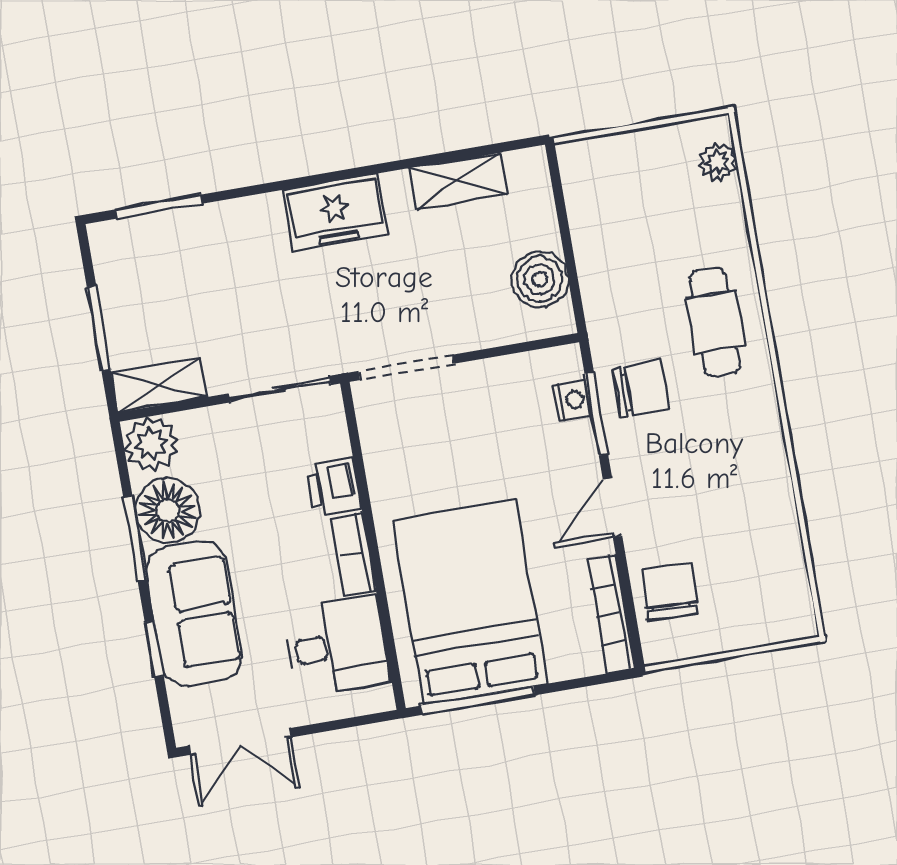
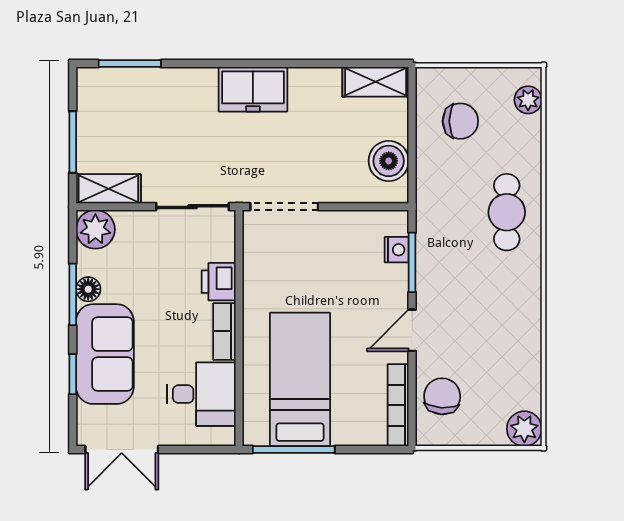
shelving: (458, 181) -> (376, 82), moved
chair: (641, 389) -> (460, 121), moved
floor lamp: (168, 511) -> (88, 289), width x0.53, depth x0.53
bed: (469, 602) -> (300, 379), width x0.67
plant: (791, 617) -> (524, 429), added

